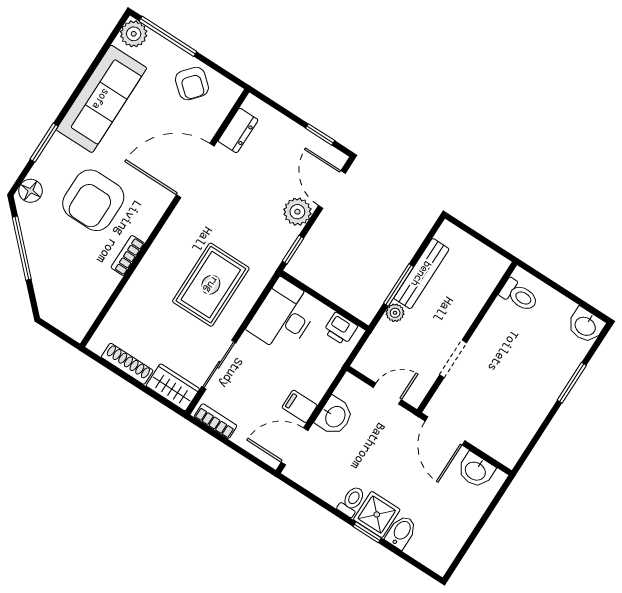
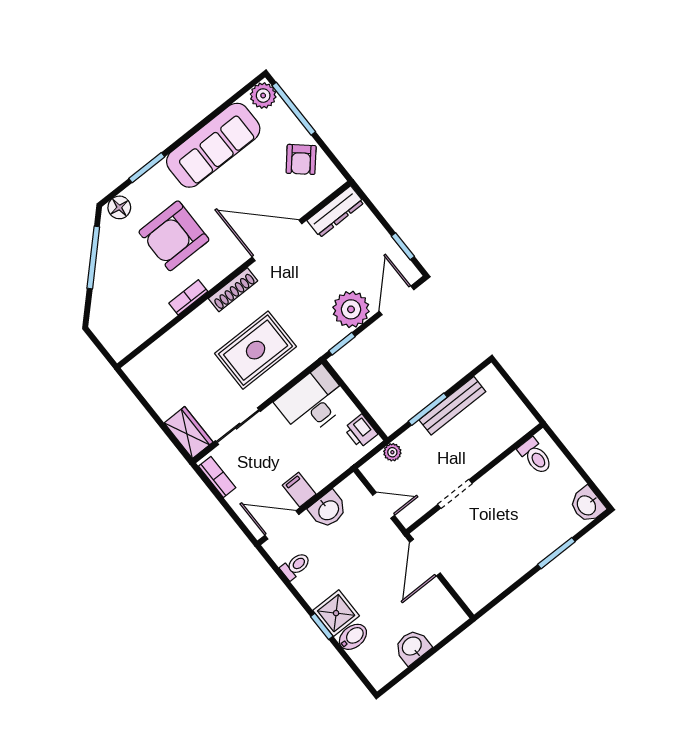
dresser: (238, 130) -> (335, 212), width x1.44
plant: (297, 212) -> (351, 309), width x1.36, depth x1.36
plant: (395, 313) -> (392, 452), moved
shoe rack: (127, 364) -> (233, 290), moved, turned 90
washbasin: (476, 470) -> (412, 647), moved, turned 90
toilet: (352, 501) -> (296, 566), moved

